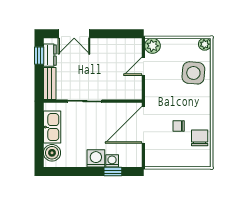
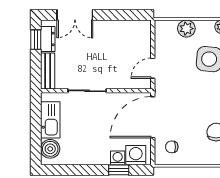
plant: (152, 46) -> (186, 29), moved
door: (143, 66) -> (153, 68), moved
chair: (179, 126) -> (172, 147), moved
washing machine: (96, 158) -> (136, 155), moved

